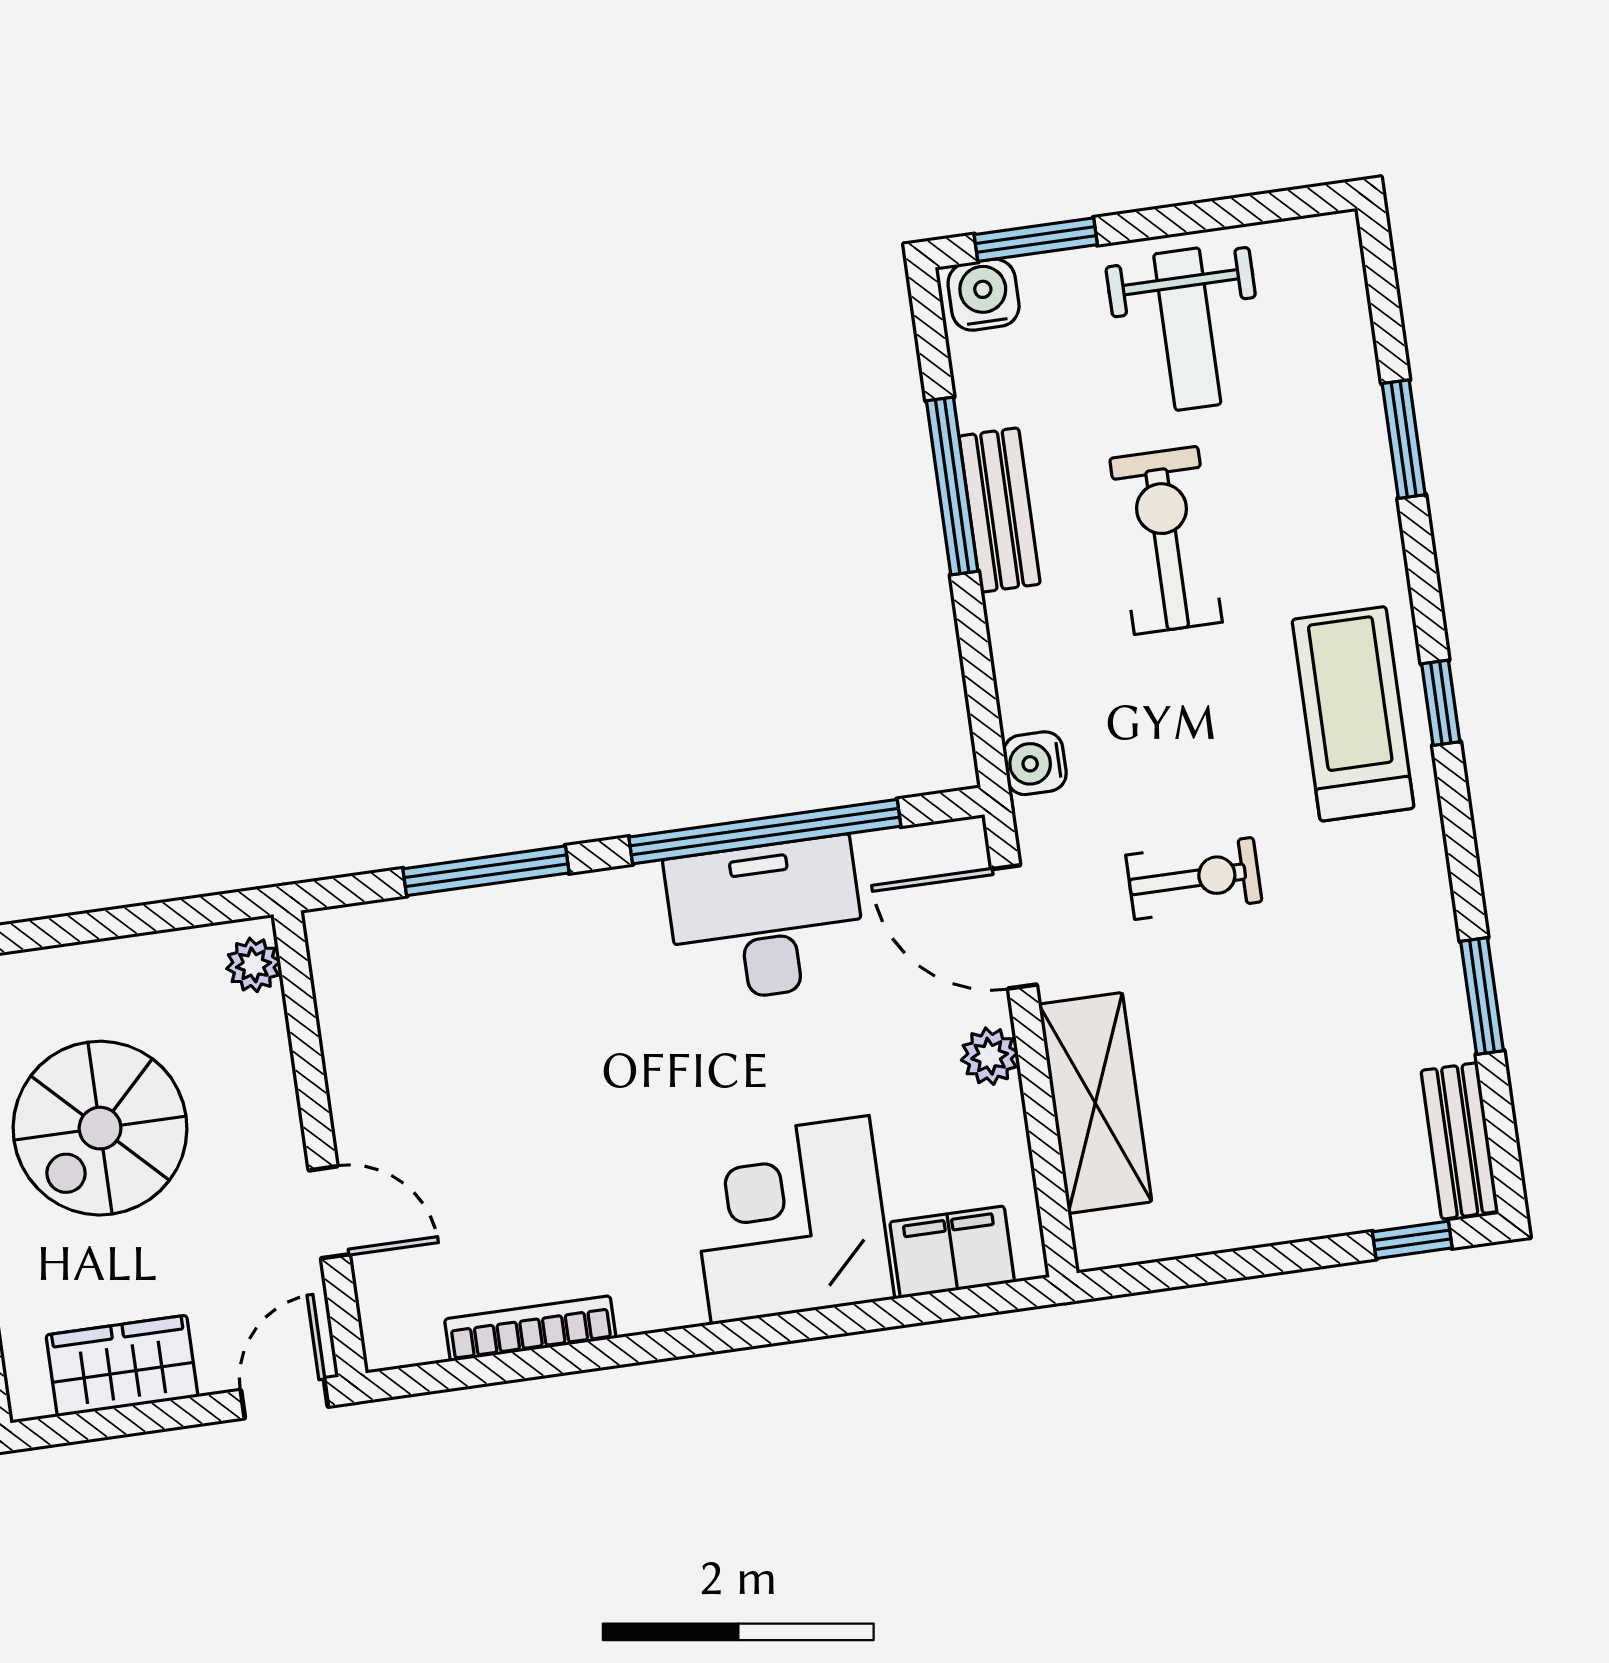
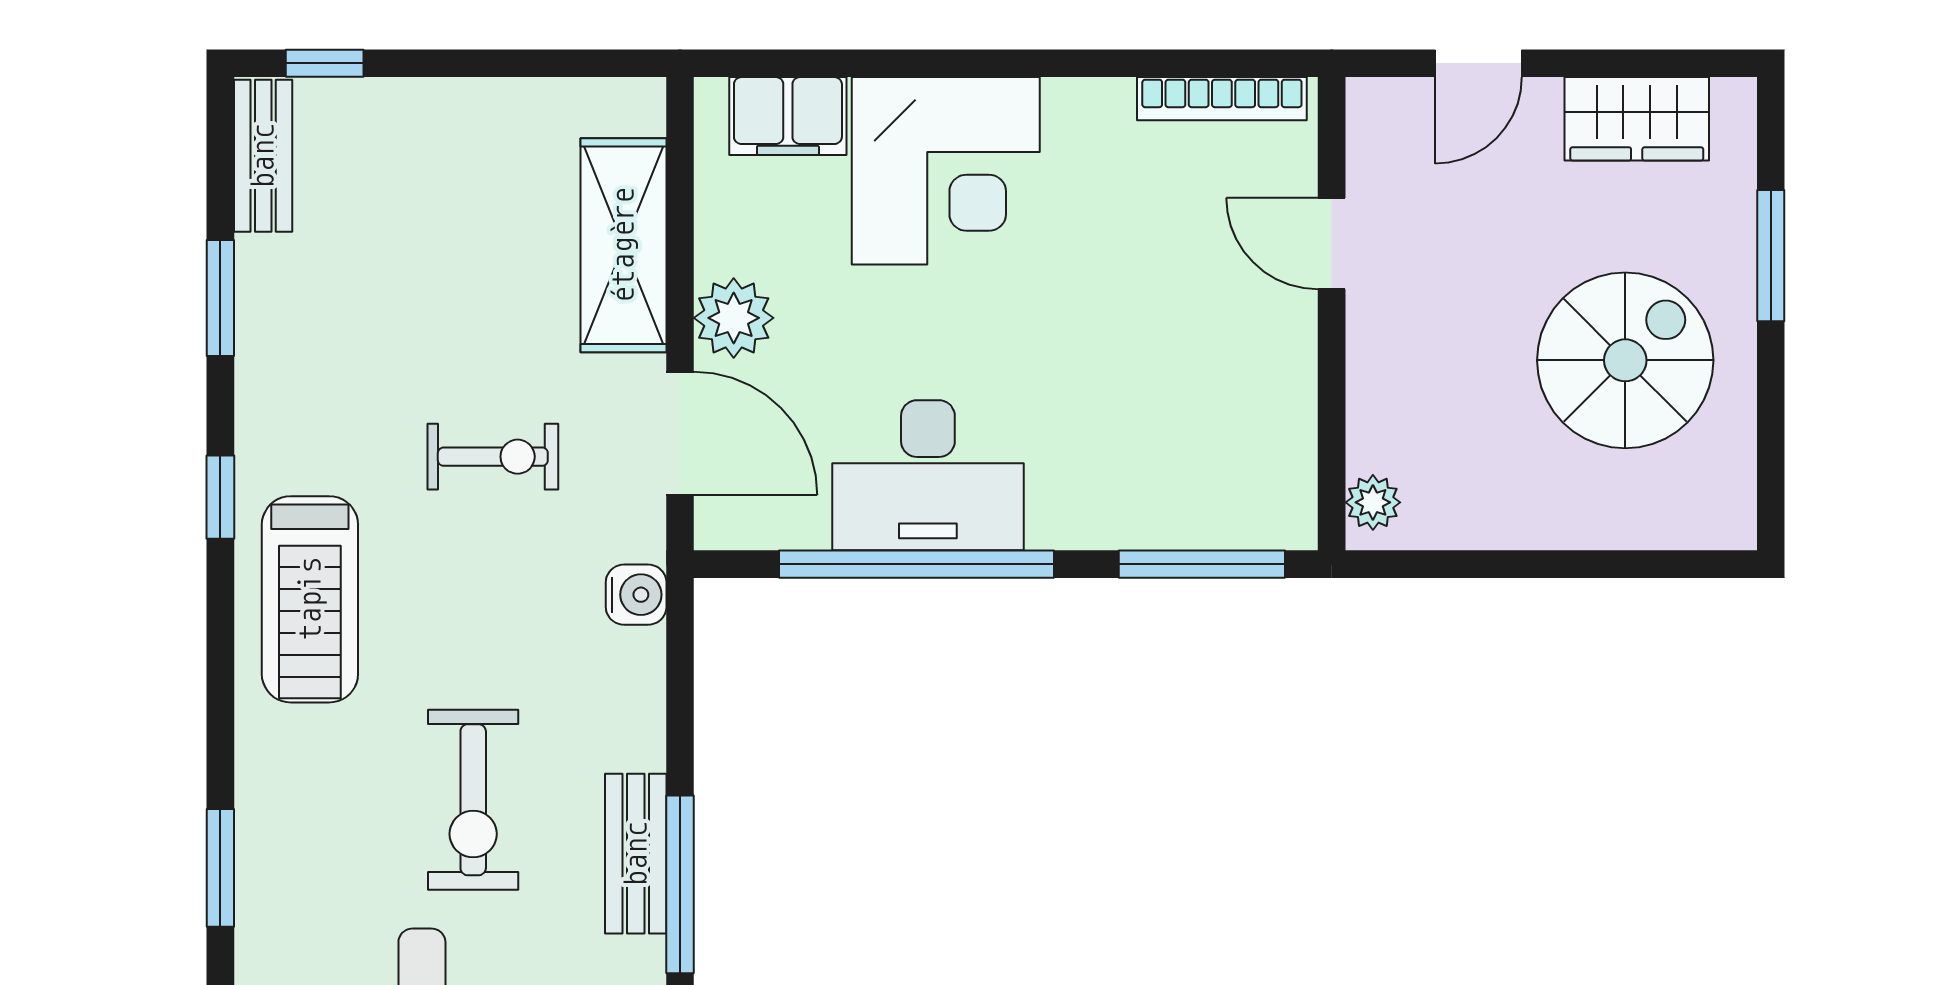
window: (1441, 703) -> (220, 497), moved
exercise bike: (1194, 878) -> (493, 457), turned 180
plant: (253, 965) -> (1373, 502), moved
plant: (990, 1056) -> (734, 318), width x1.38, depth x1.38
wall: (320, 1144) -> (1332, 314), moved
door: (329, 1212) -> (1332, 244), moved

